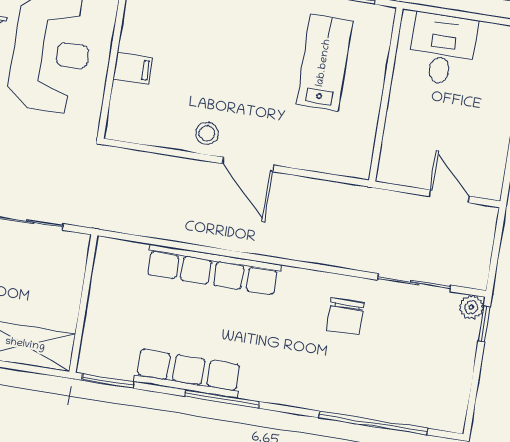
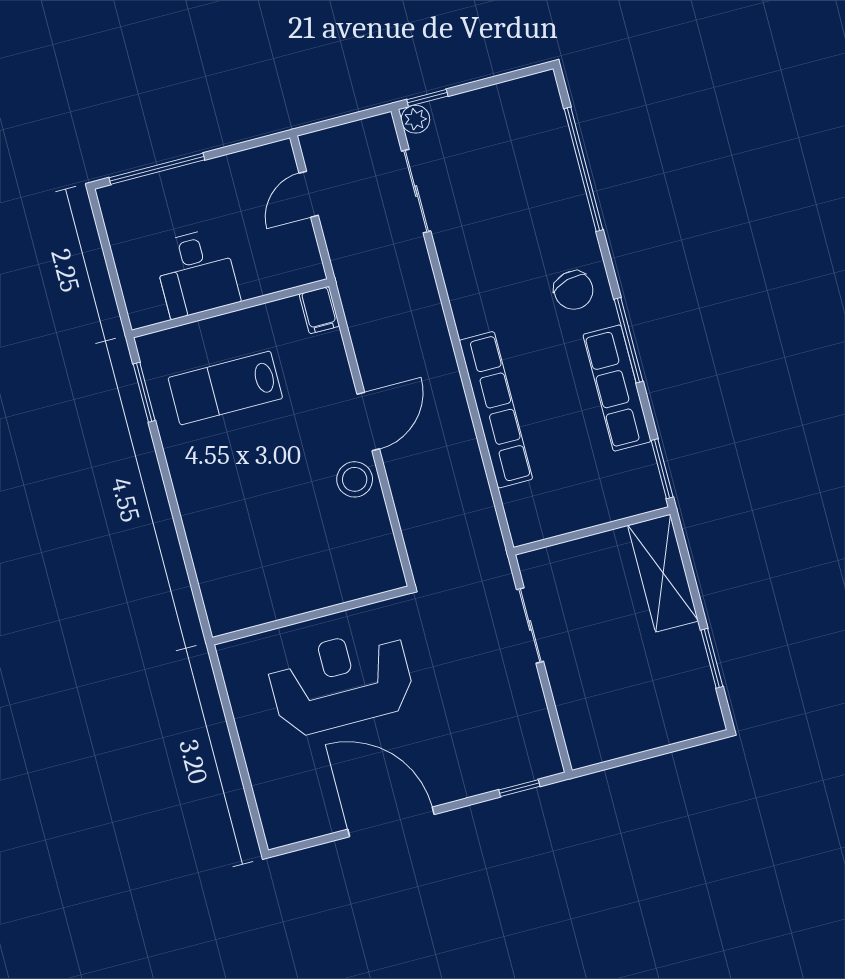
desk: (442, 49) -> (196, 273), moved, turned -90
filing cabinet: (133, 68) -> (319, 310), moved, turned 180
stool: (207, 133) -> (355, 479), width x1.37, depth x1.37
chair: (345, 316) -> (574, 290), moved, turned 75

